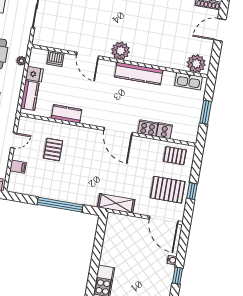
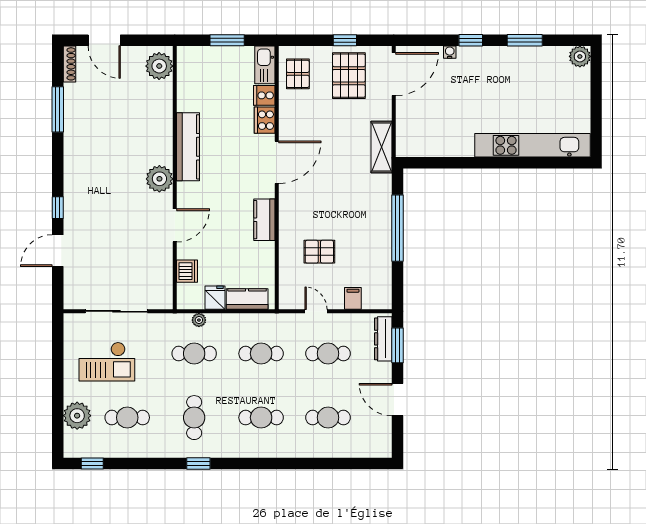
kitchen sink: (189, 81) -> (265, 65), moved, turned 180
kitchen counter: (67, 114) -> (264, 220), moved

